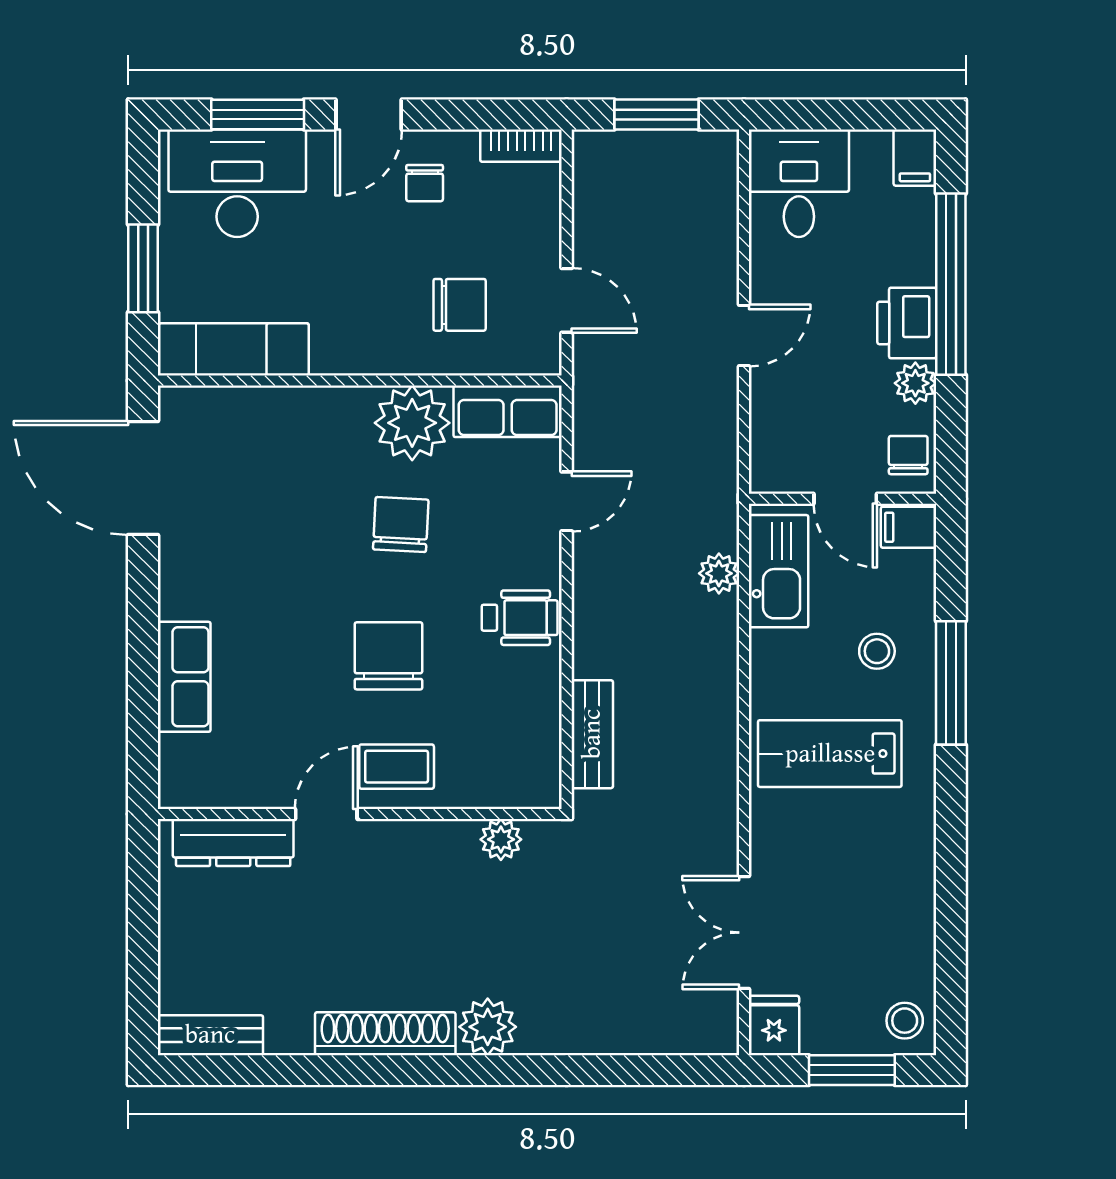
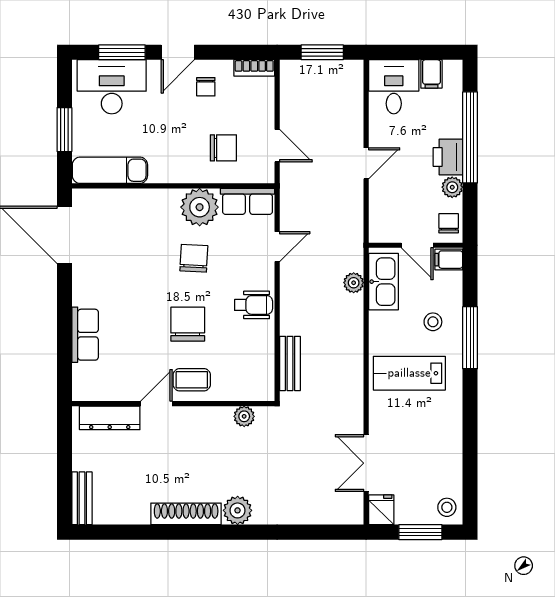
filing cabinet: (915, 158) -> (431, 74), moved
bench: (210, 1035) -> (82, 498), moved, turned 90

